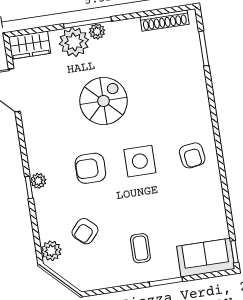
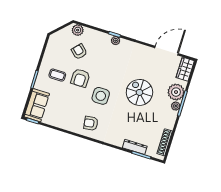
dresser: (196, 65) -> (135, 147), added
spiral stairs: (104, 101) -> (139, 92), turned 180
armchair: (90, 168) -> (80, 78), moved, turned 180

